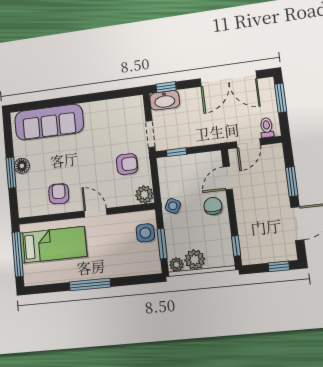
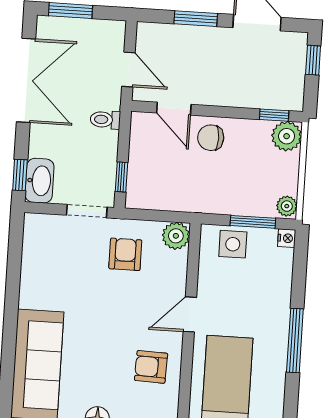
toilet: (267, 128) -> (105, 120), moved
side table: (173, 206) -> (200, 196), removed
plant: (195, 260) -> (287, 136), moved
nightstand: (155, 268) -> (287, 238), added

